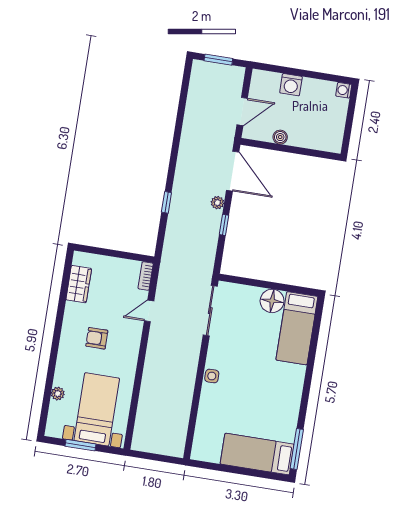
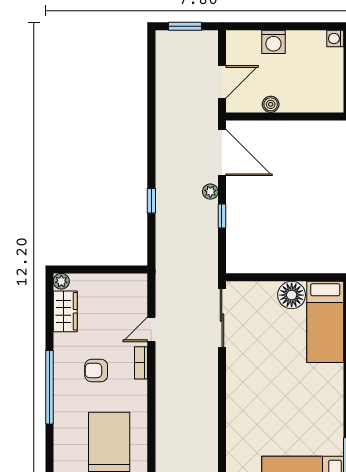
bookcase: (146, 276) -> (141, 363), moved
window: (55, 346) -> (49, 387), added
side table: (212, 376) -> (236, 393), removed
plant: (58, 394) -> (61, 281), moved

